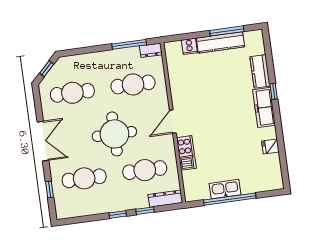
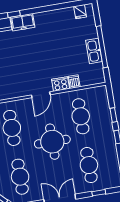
freezer: (264, 107) -> (23, 22), width x0.71
door: (173, 122) -> (41, 95), hinge flipped
fridge: (270, 147) -> (80, 12), moved
dresser: (165, 199) -> (103, 99), removed

